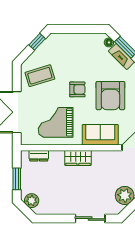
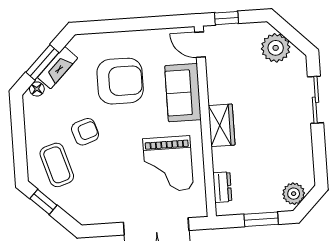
coffee table: (40, 76) -> (57, 165), moved
armchair: (77, 89) -> (85, 132), moved, turned 72

